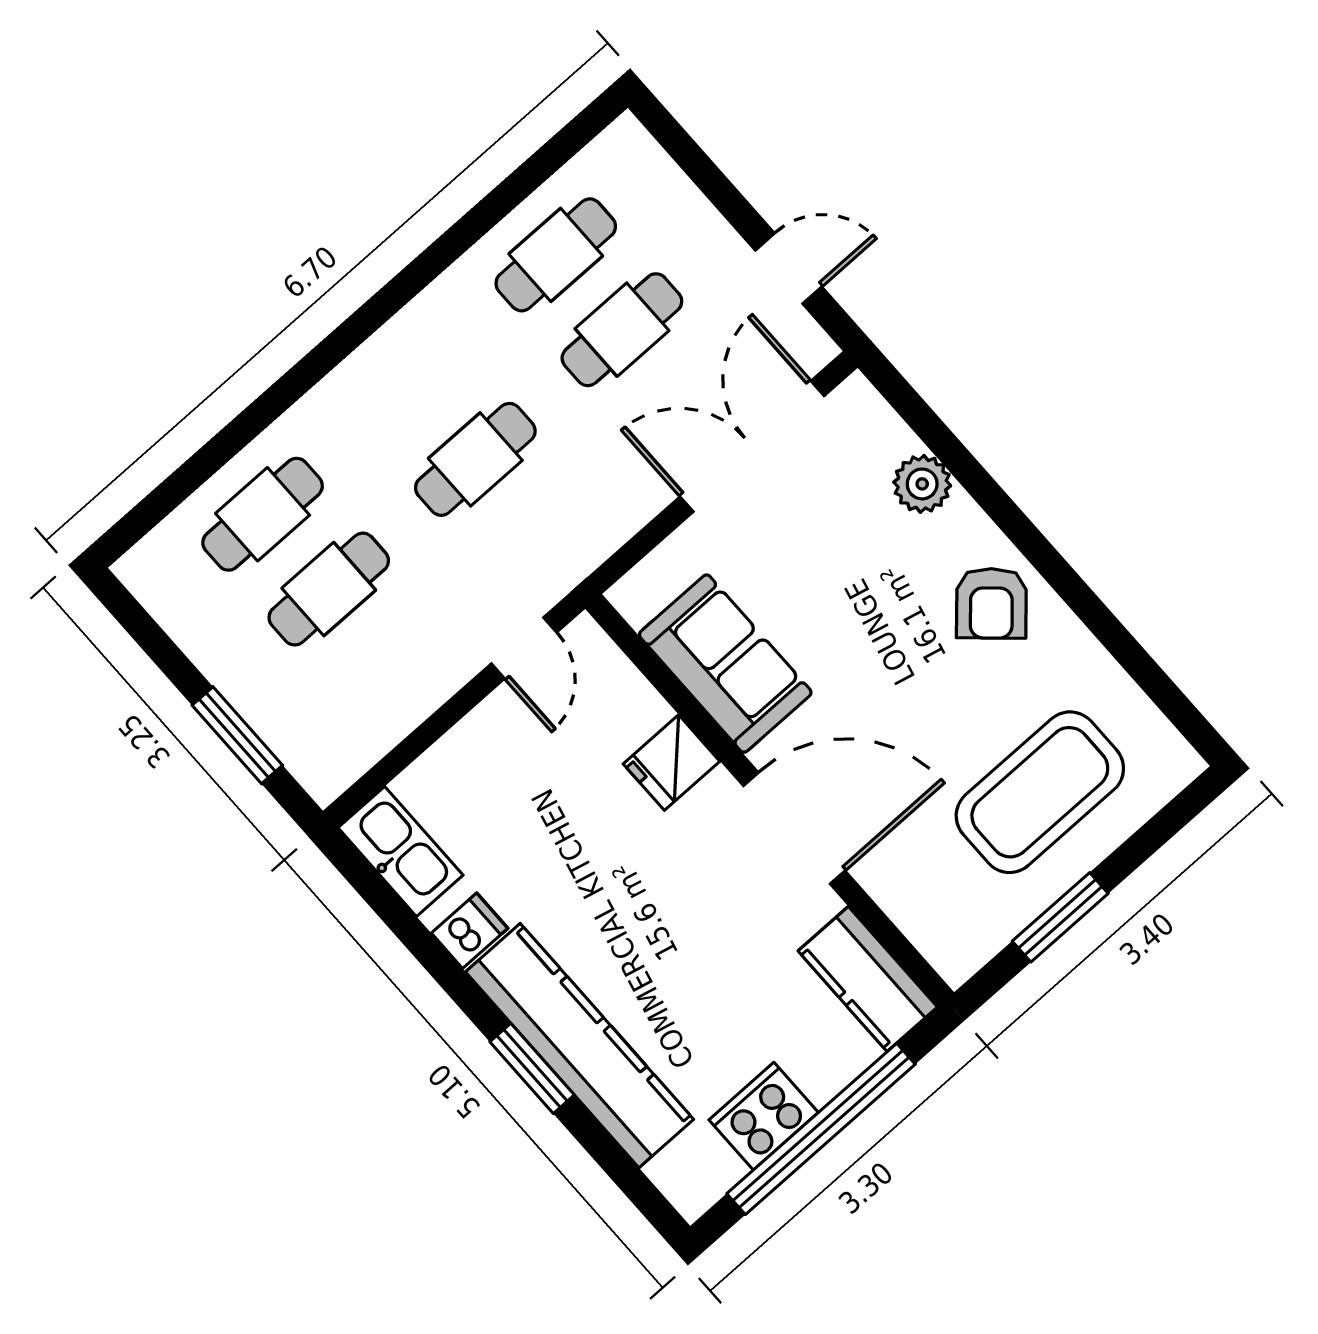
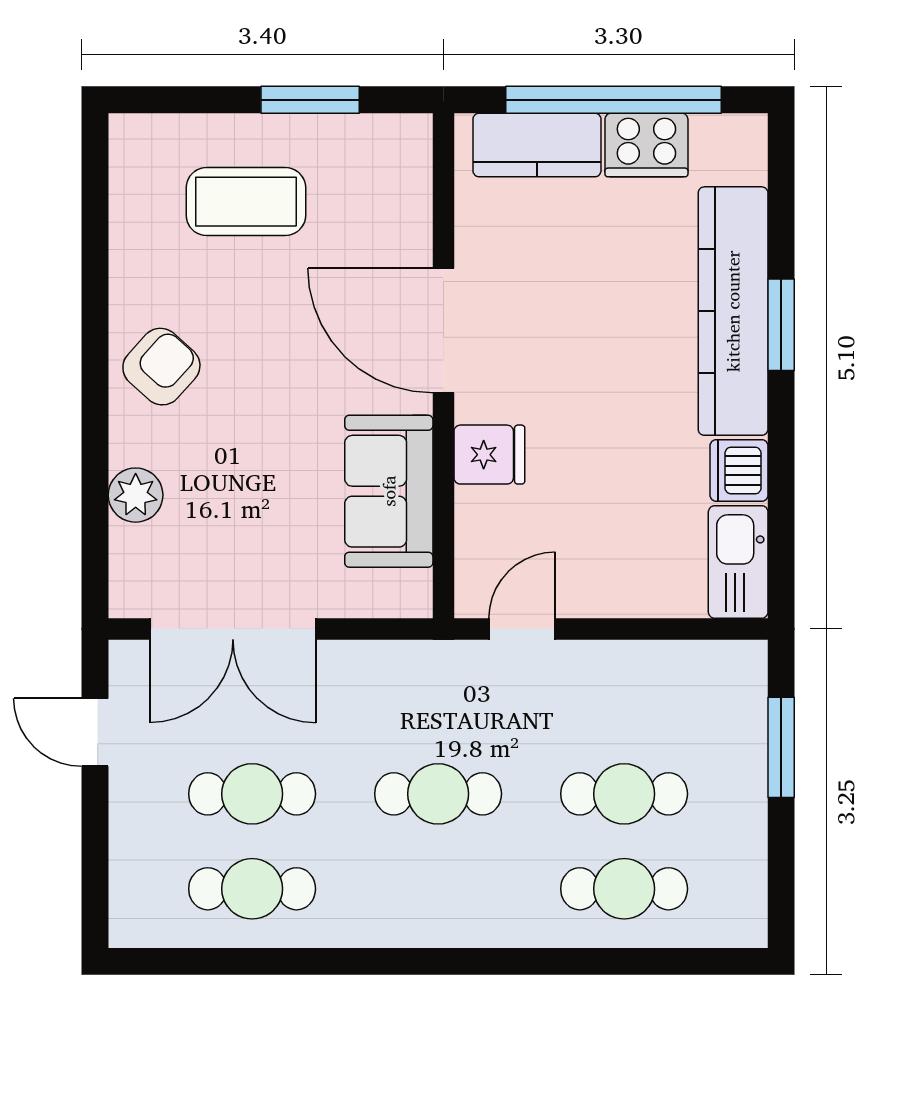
coffee table: (1040, 792) -> (246, 202), width x0.73, depth x0.76
dishwasher: (470, 931) -> (739, 471), width x1.38
kitchen counter: (868, 979) -> (537, 145), moved, turned 90

